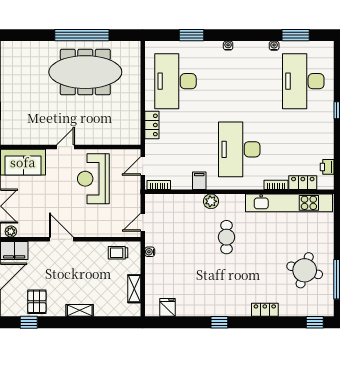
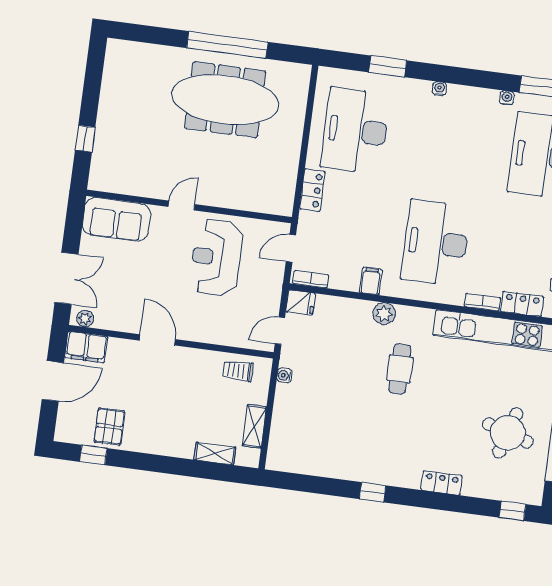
fridge: (167, 307) -> (300, 303), moved, turned 90
shelving: (80, 310) -> (215, 454), moved

